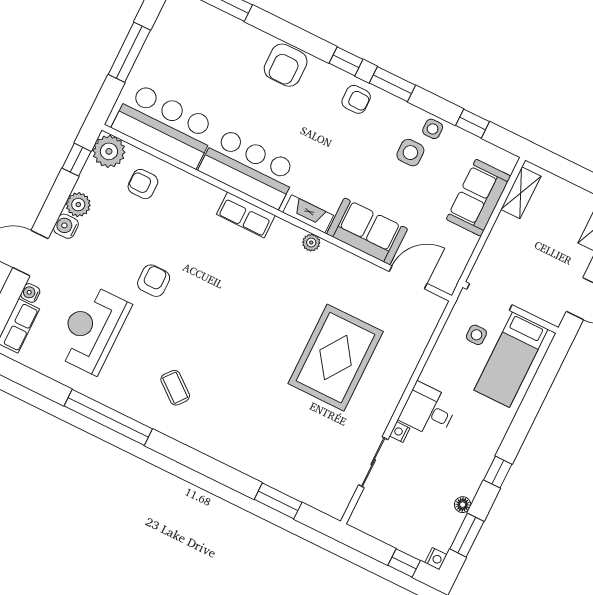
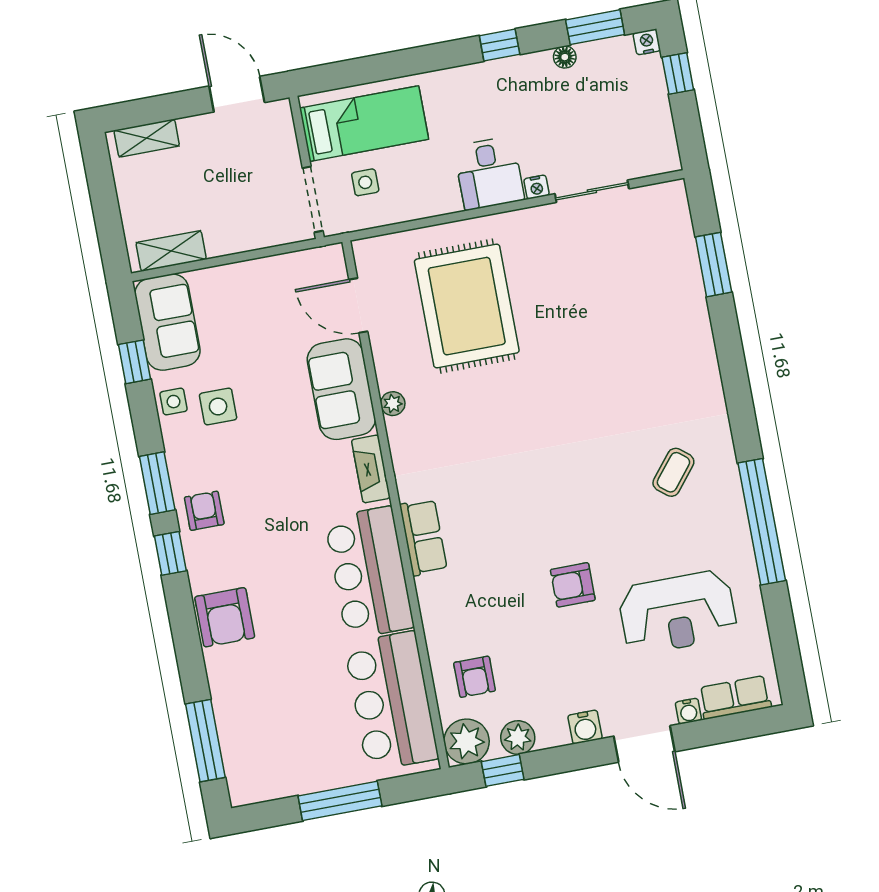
armchair: (286, 65) -> (225, 617), turned 90
sofa: (478, 198) -> (167, 322), moved, turned -90
plant: (78, 205) -> (518, 738), moved
plant: (311, 243) -> (393, 404), moved
rug: (336, 358) -> (467, 306), moved, turned 90

